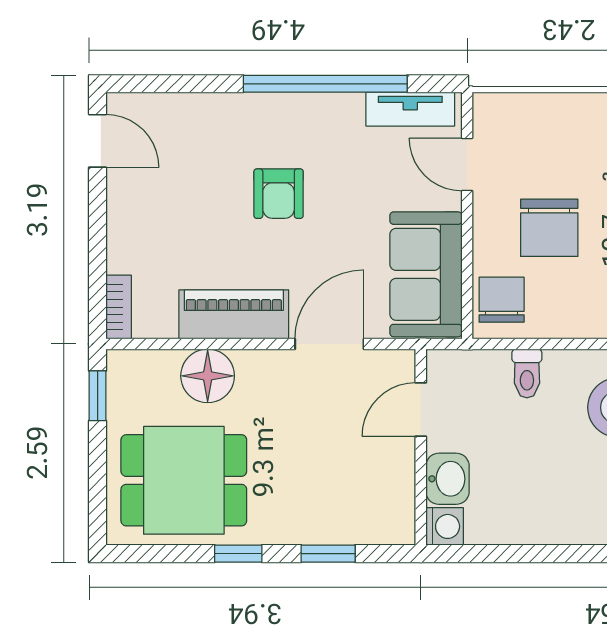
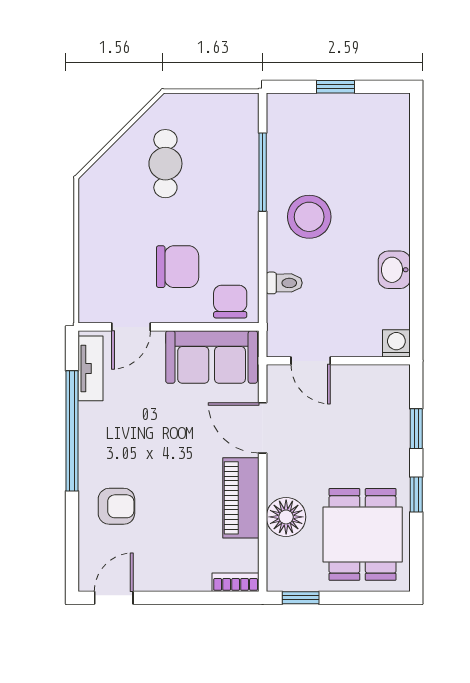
armchair: (279, 194) -> (116, 506), moved
chair: (502, 300) -> (230, 302), turned 90
washbasin: (448, 479) -> (394, 270), moved, turned -90

